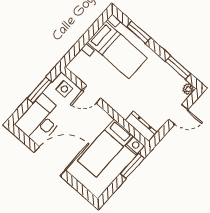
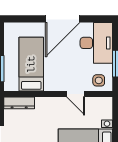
door: (91, 94) -> (76, 94), swing flipped
nightstand: (135, 146) -> (11, 85), removed

